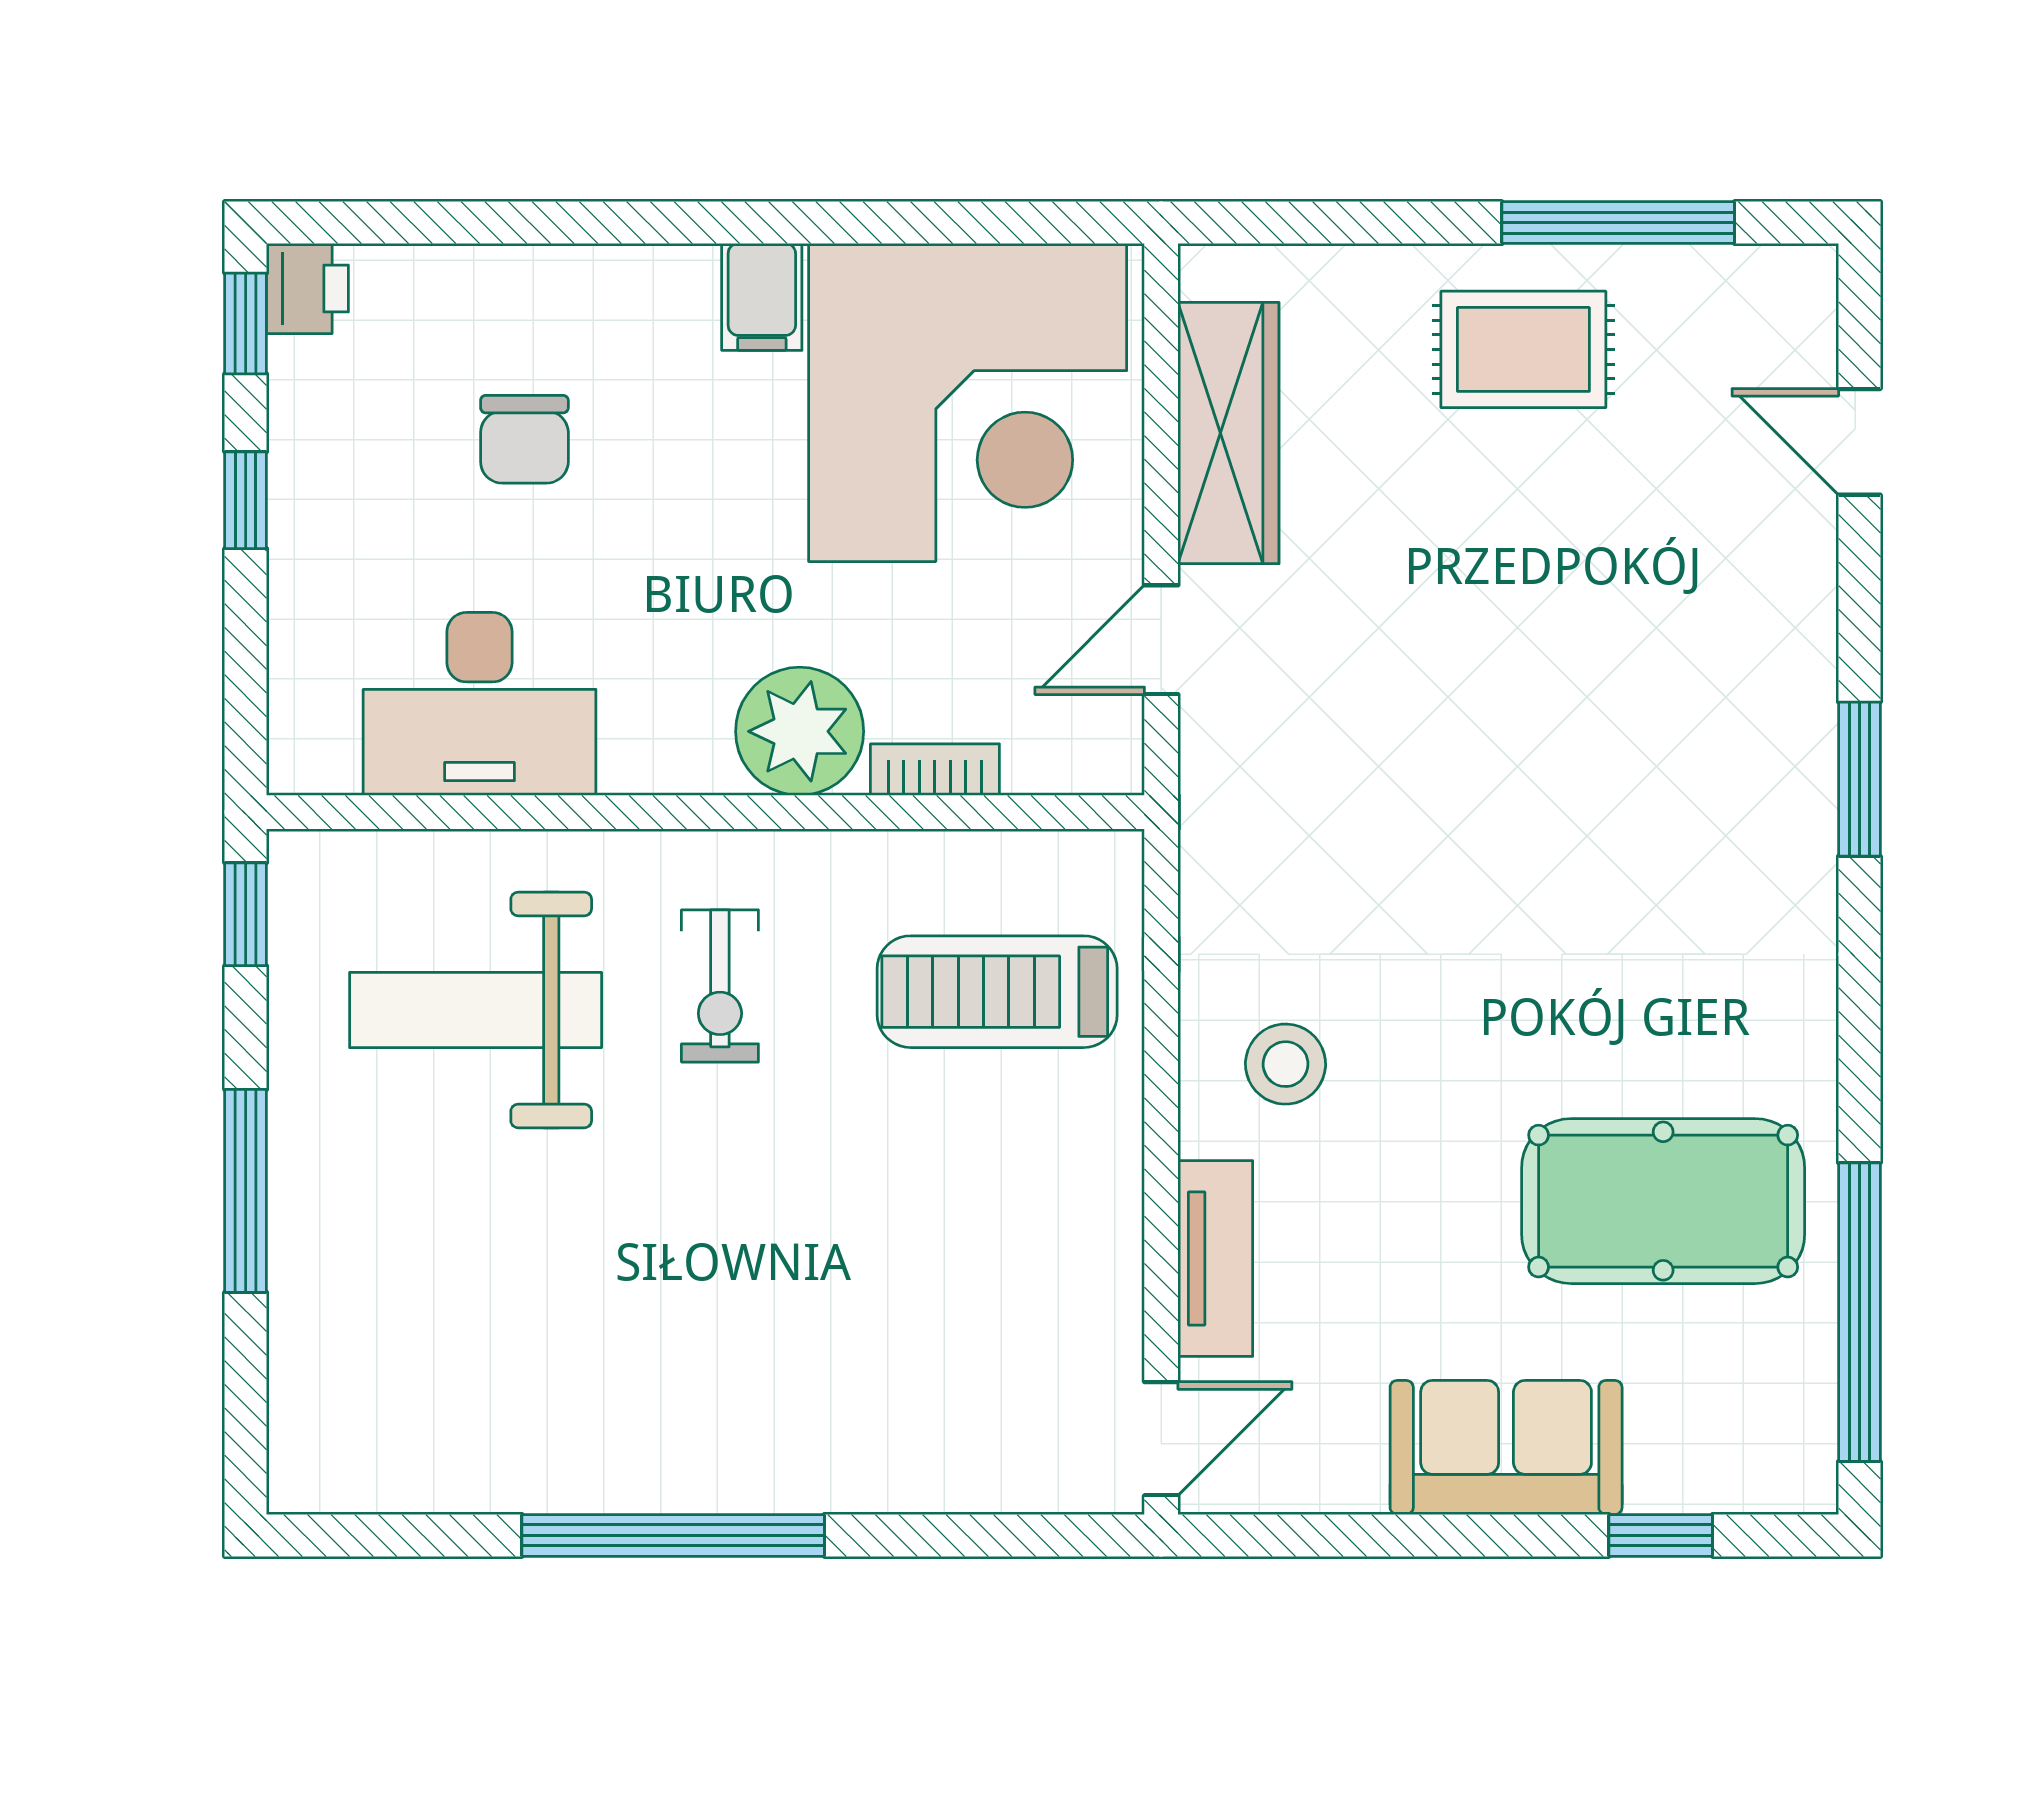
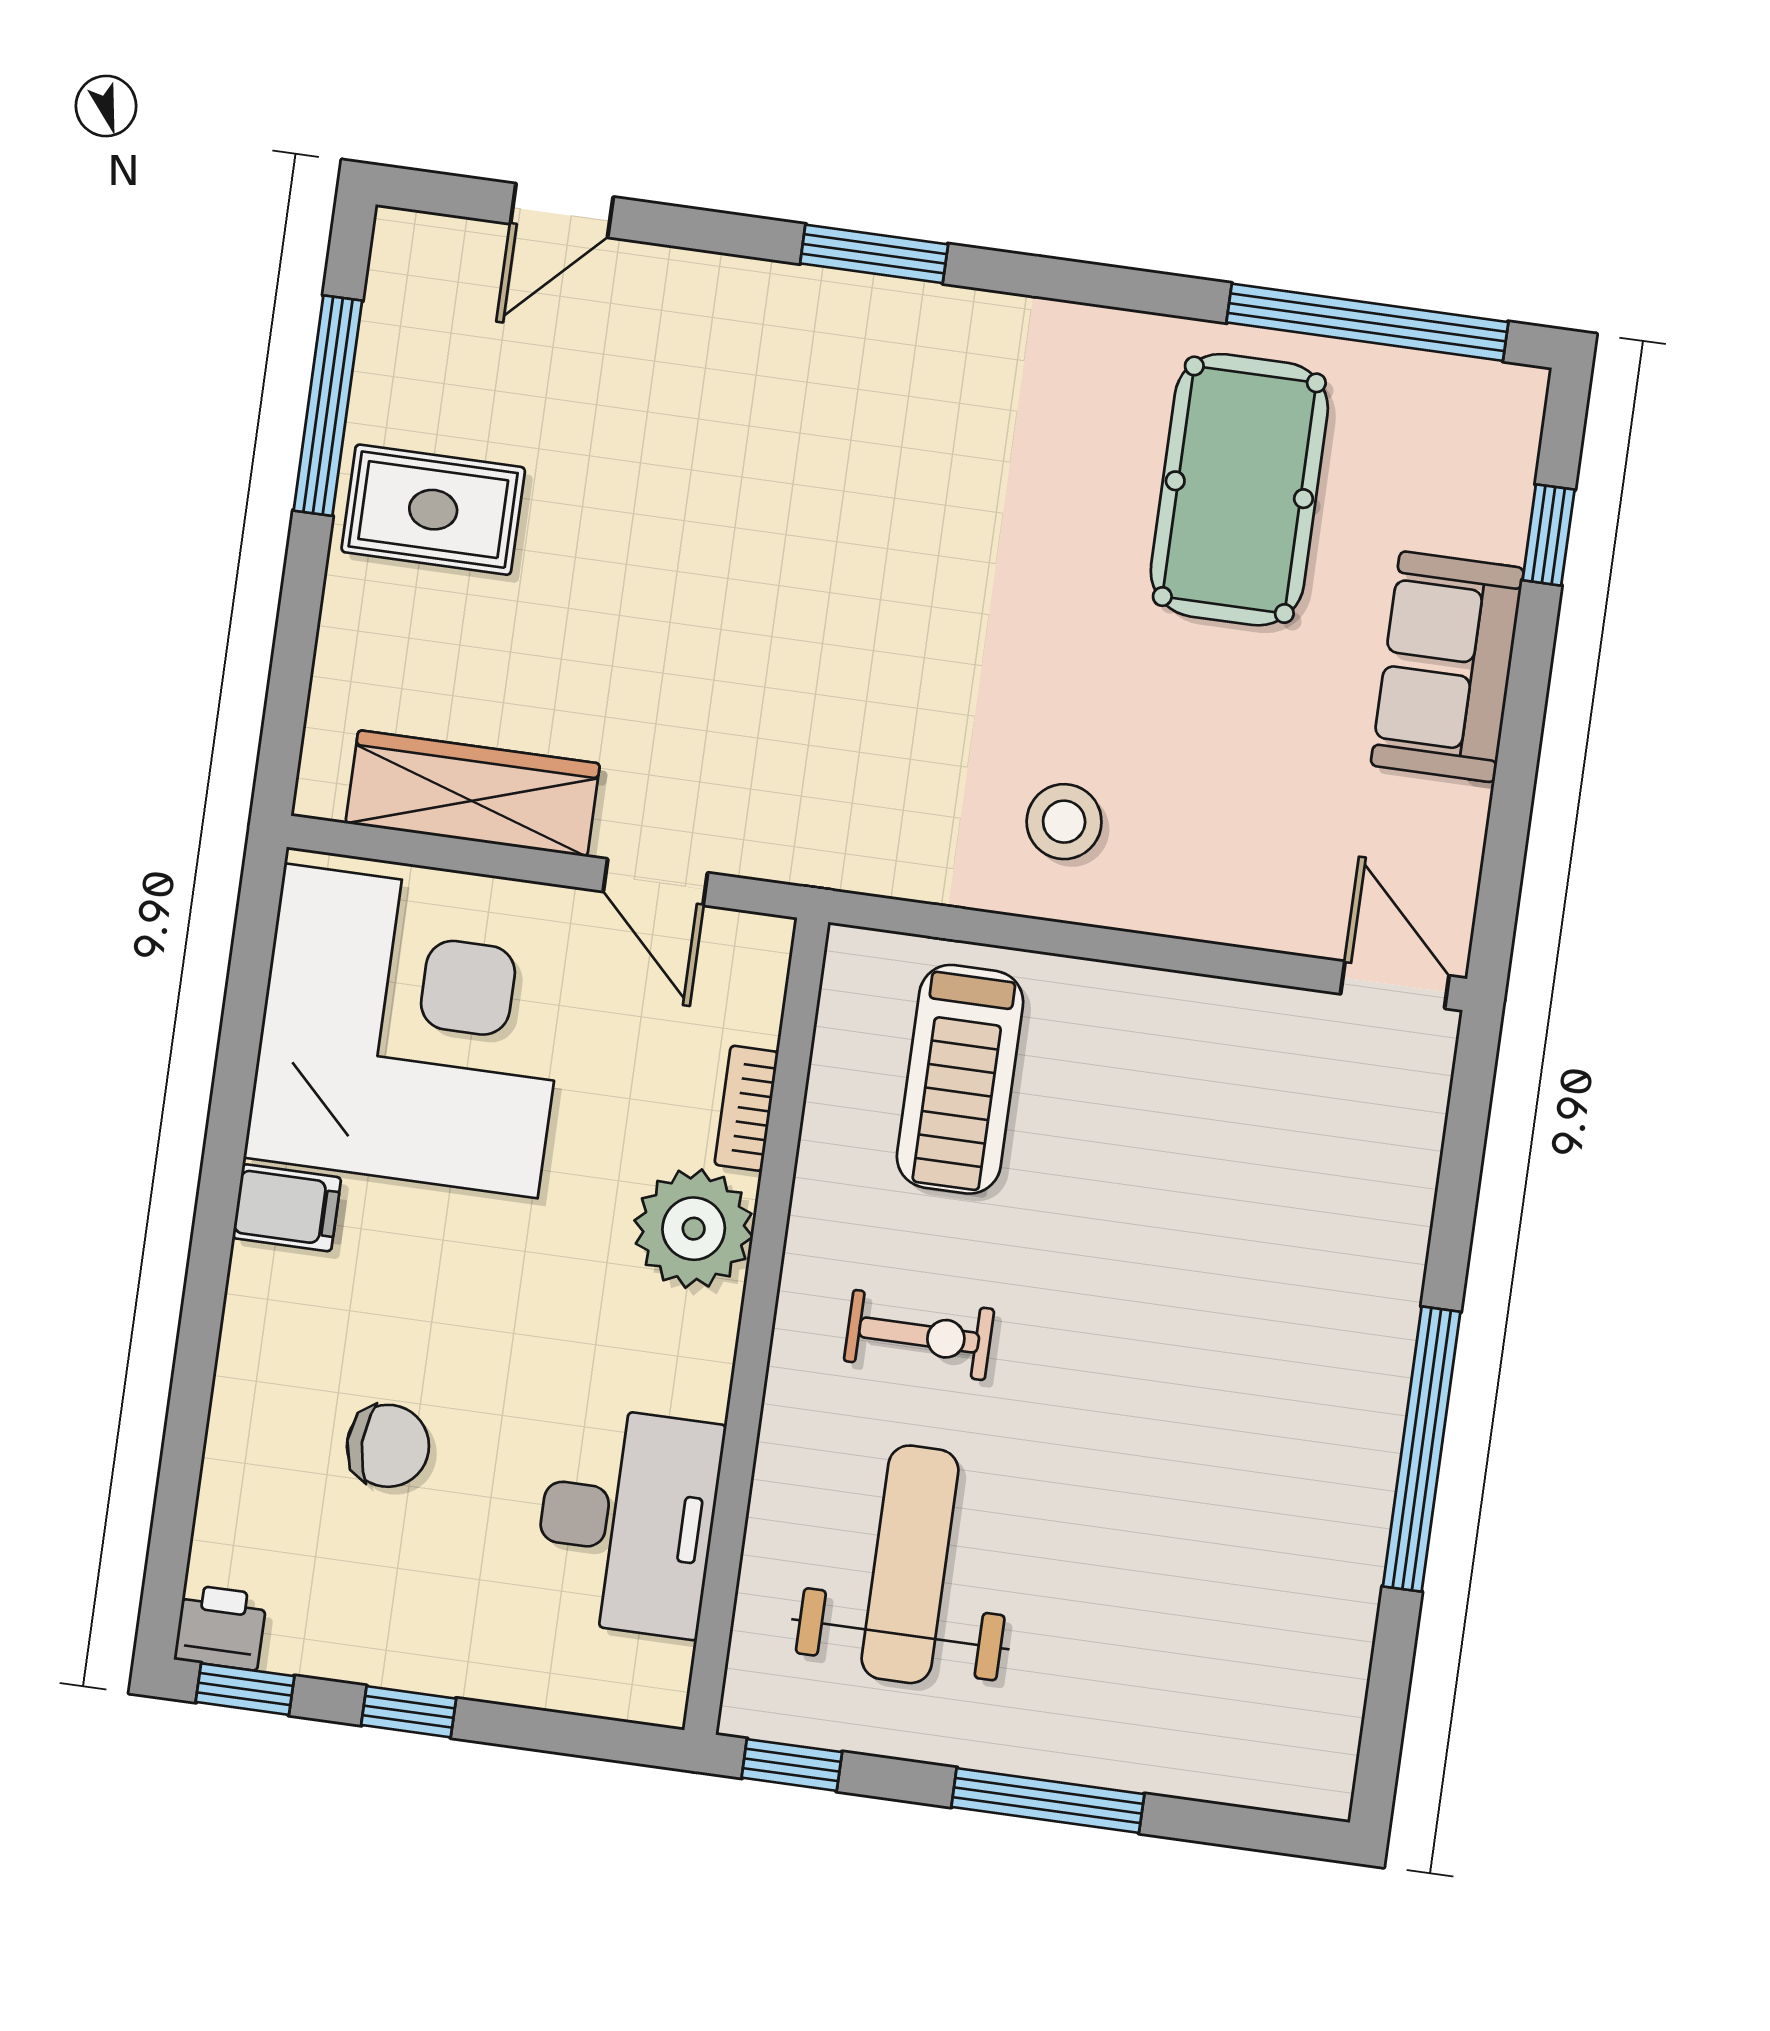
rug: (1523, 349) -> (433, 510), turned 90
weight bench: (476, 1010) -> (910, 1564), turned 180
tv unit: (1215, 1259) -> (1235, 912), removed

